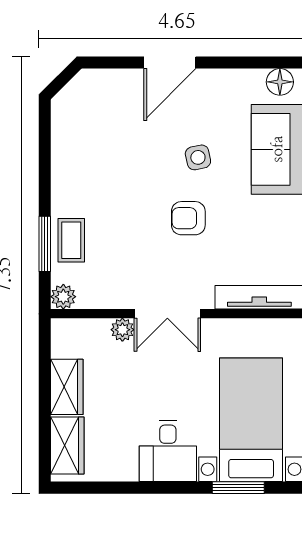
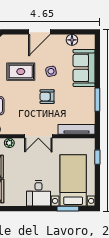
floor lamp: (280, 82) -> (72, 40), moved
rug: (125, 158) -> (21, 72), added
plant: (122, 330) -> (9, 143), moved

